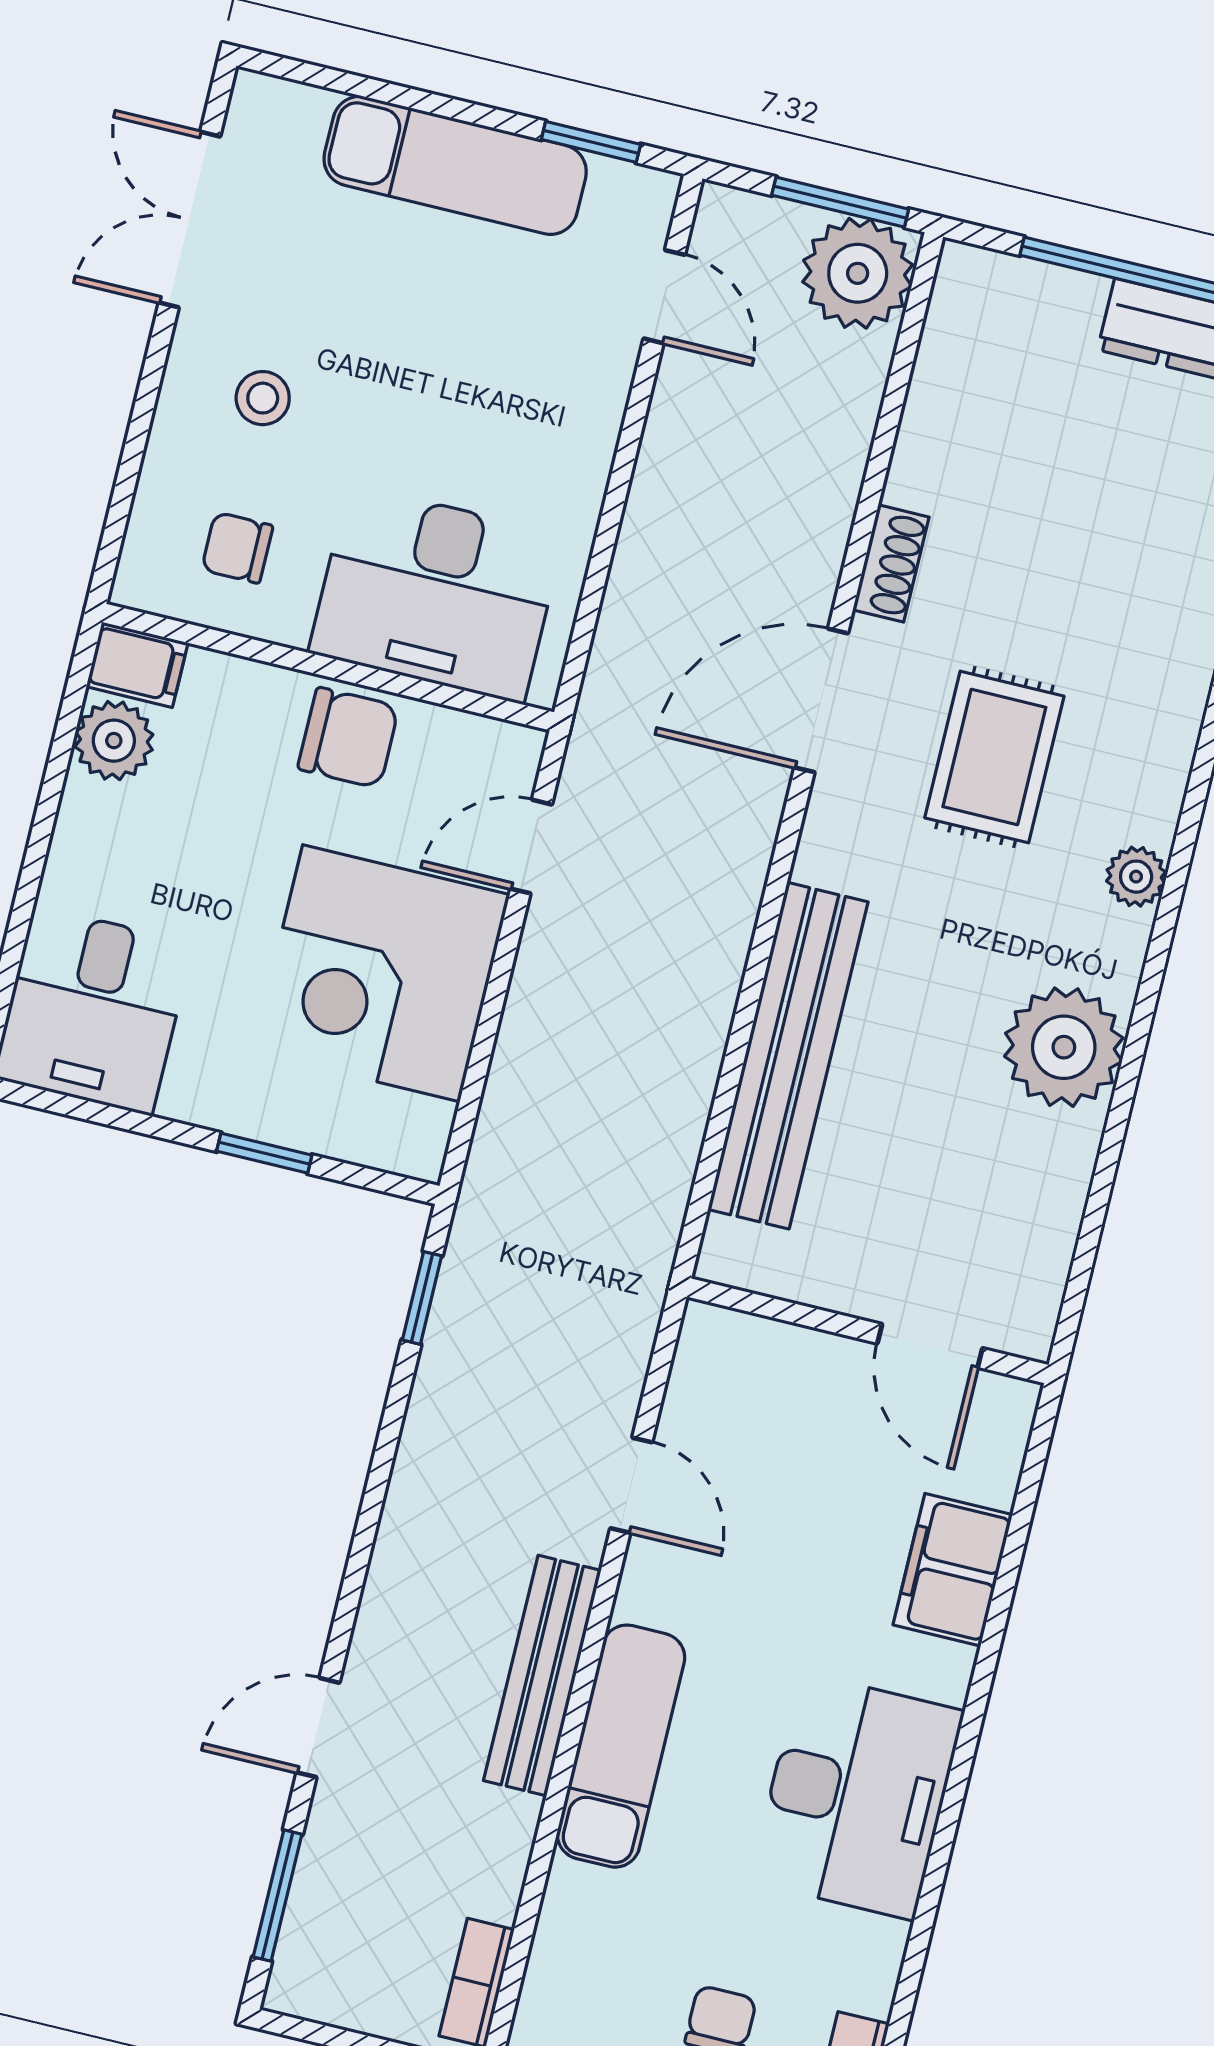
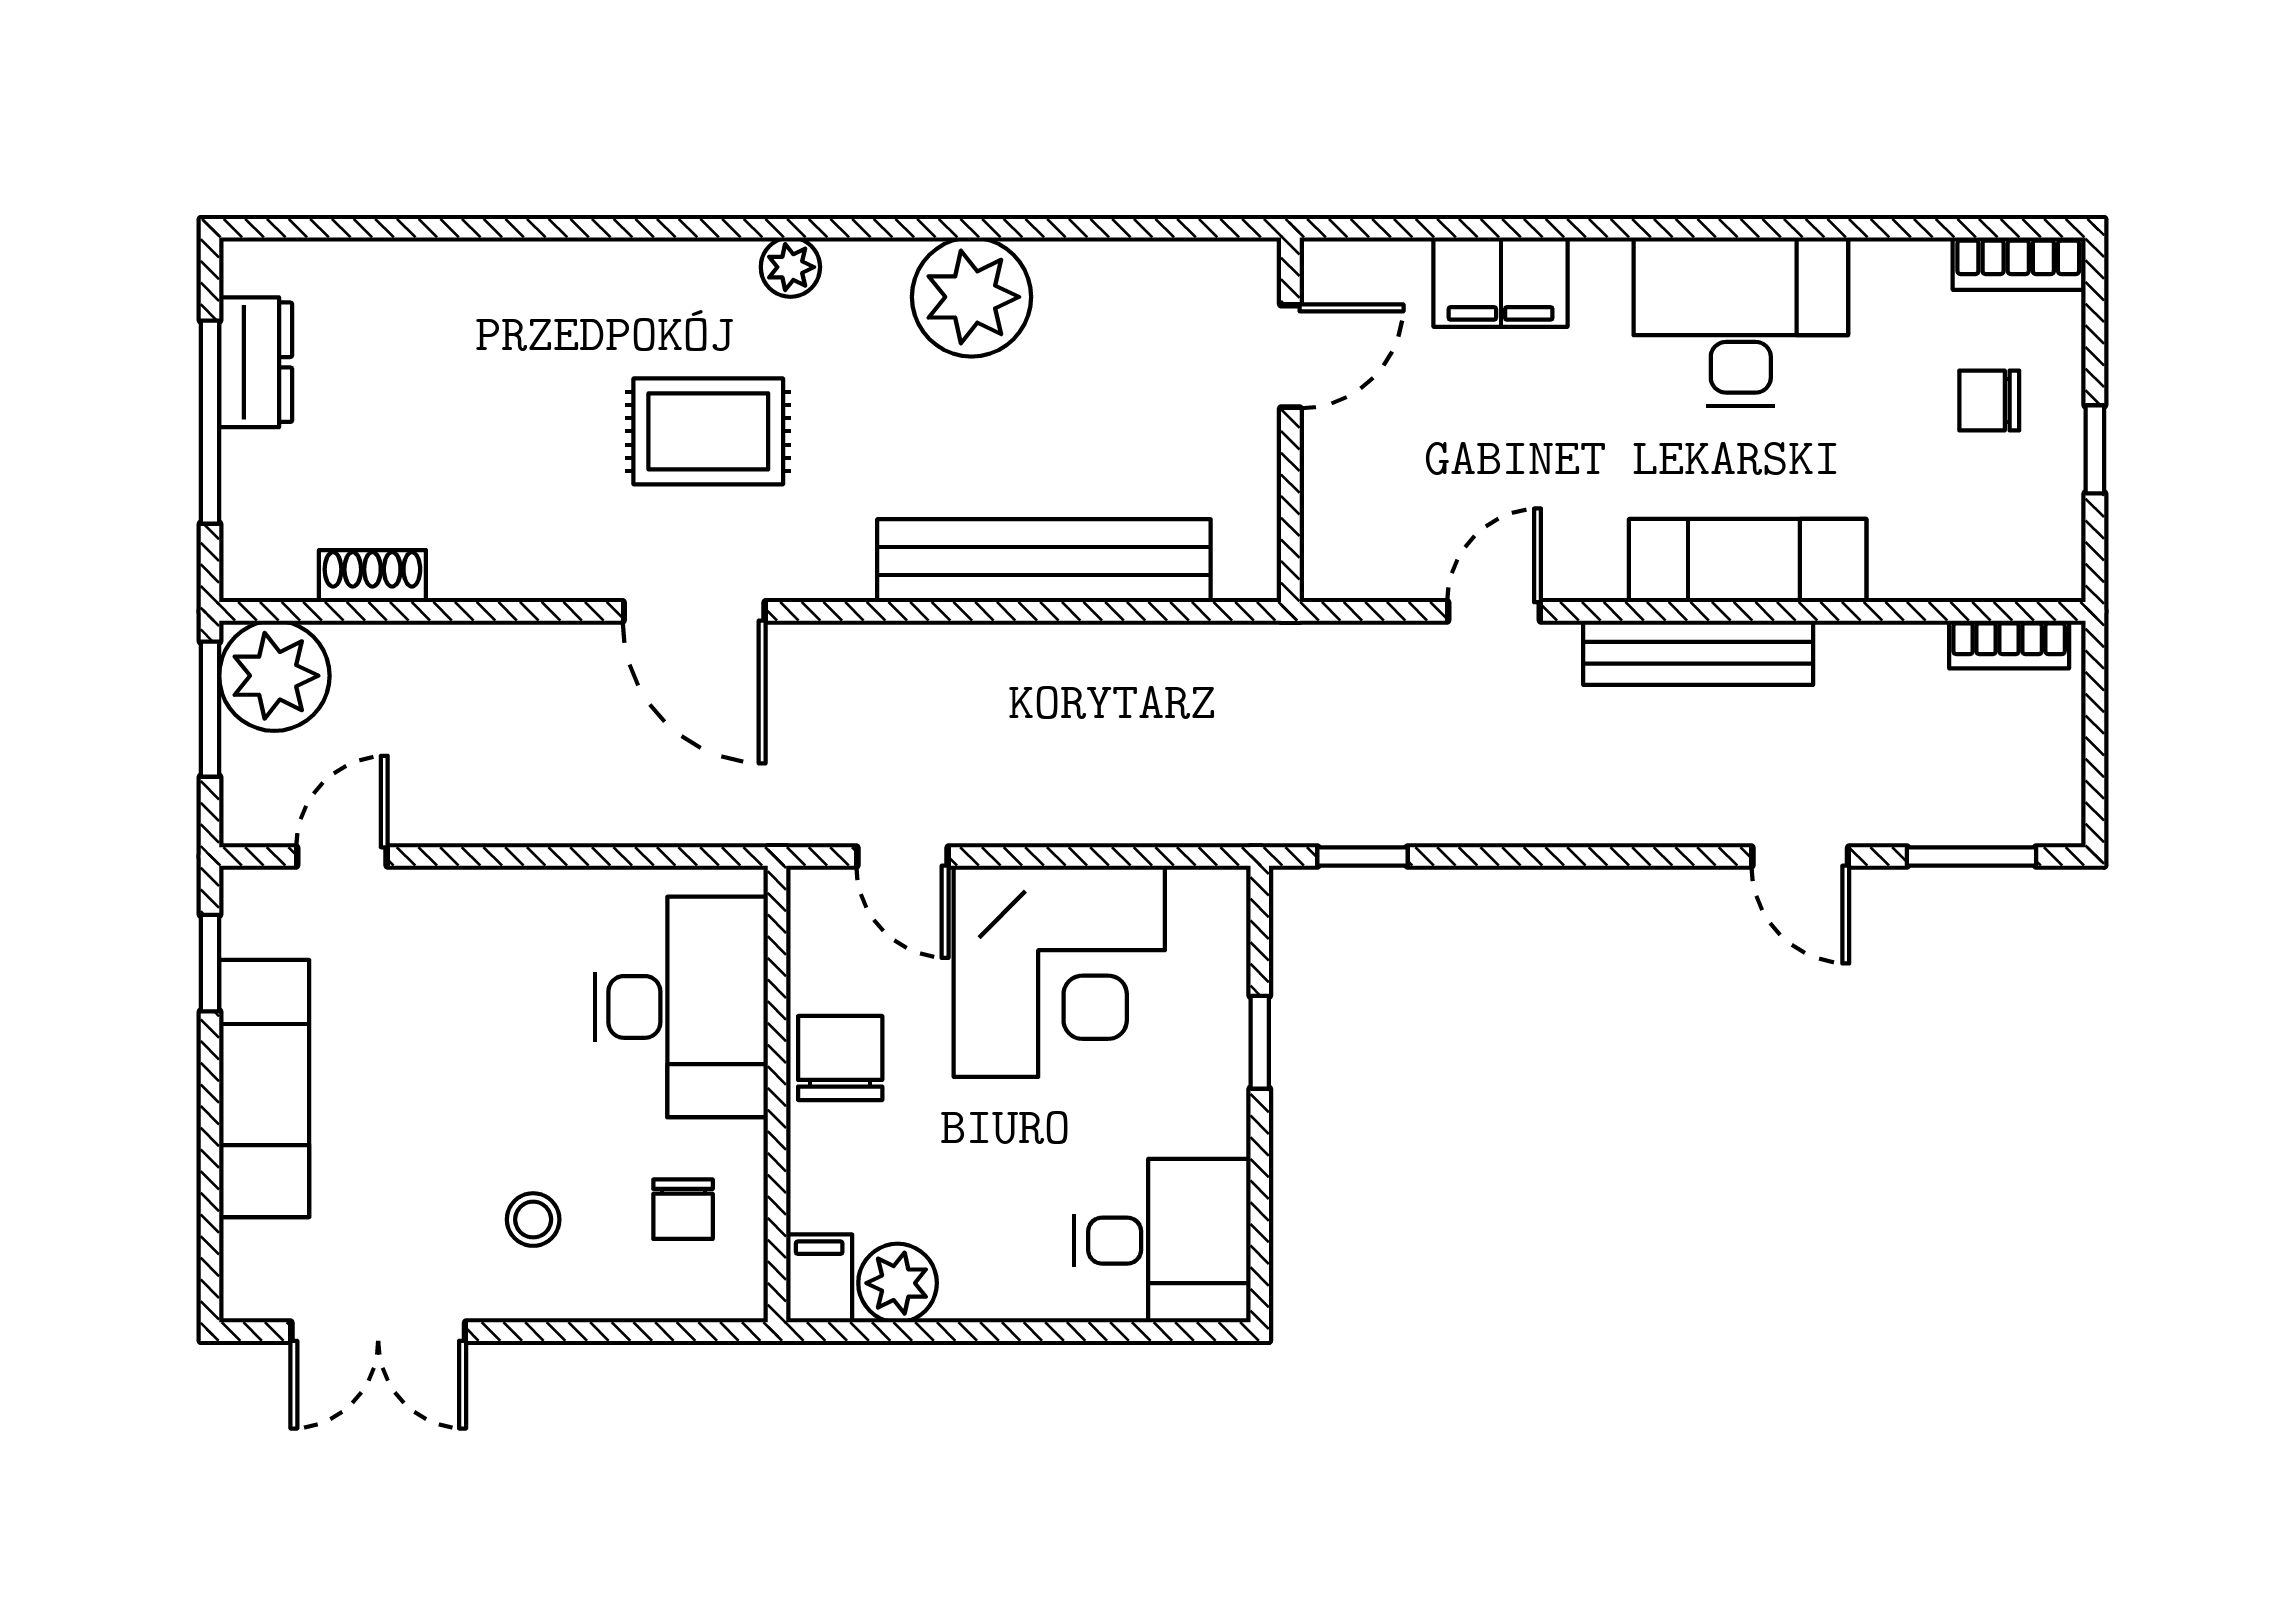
shoe rack: (891, 563) -> (372, 576), moved

